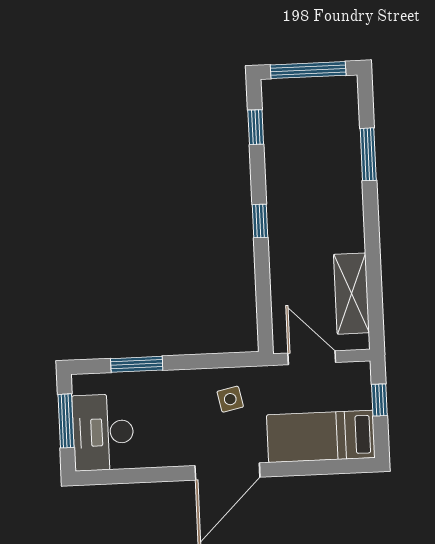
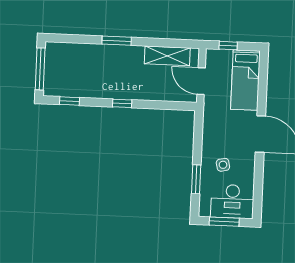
window: (368, 154) -> (117, 41), moved
door: (312, 358) -> (201, 81), hinge flipped
side table: (230, 399) -> (223, 165), moved

